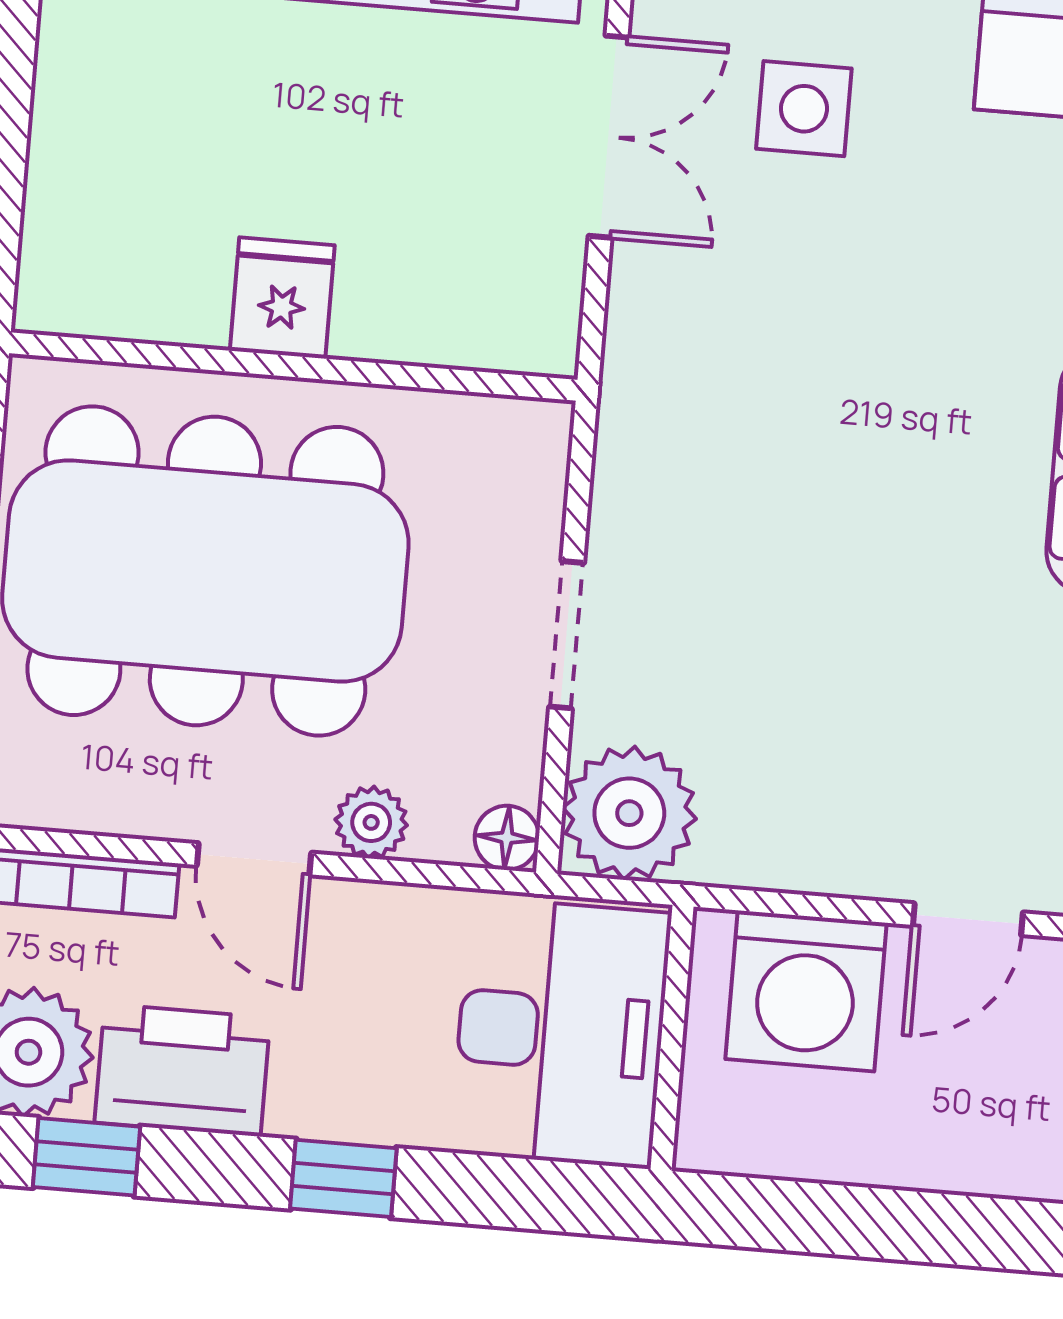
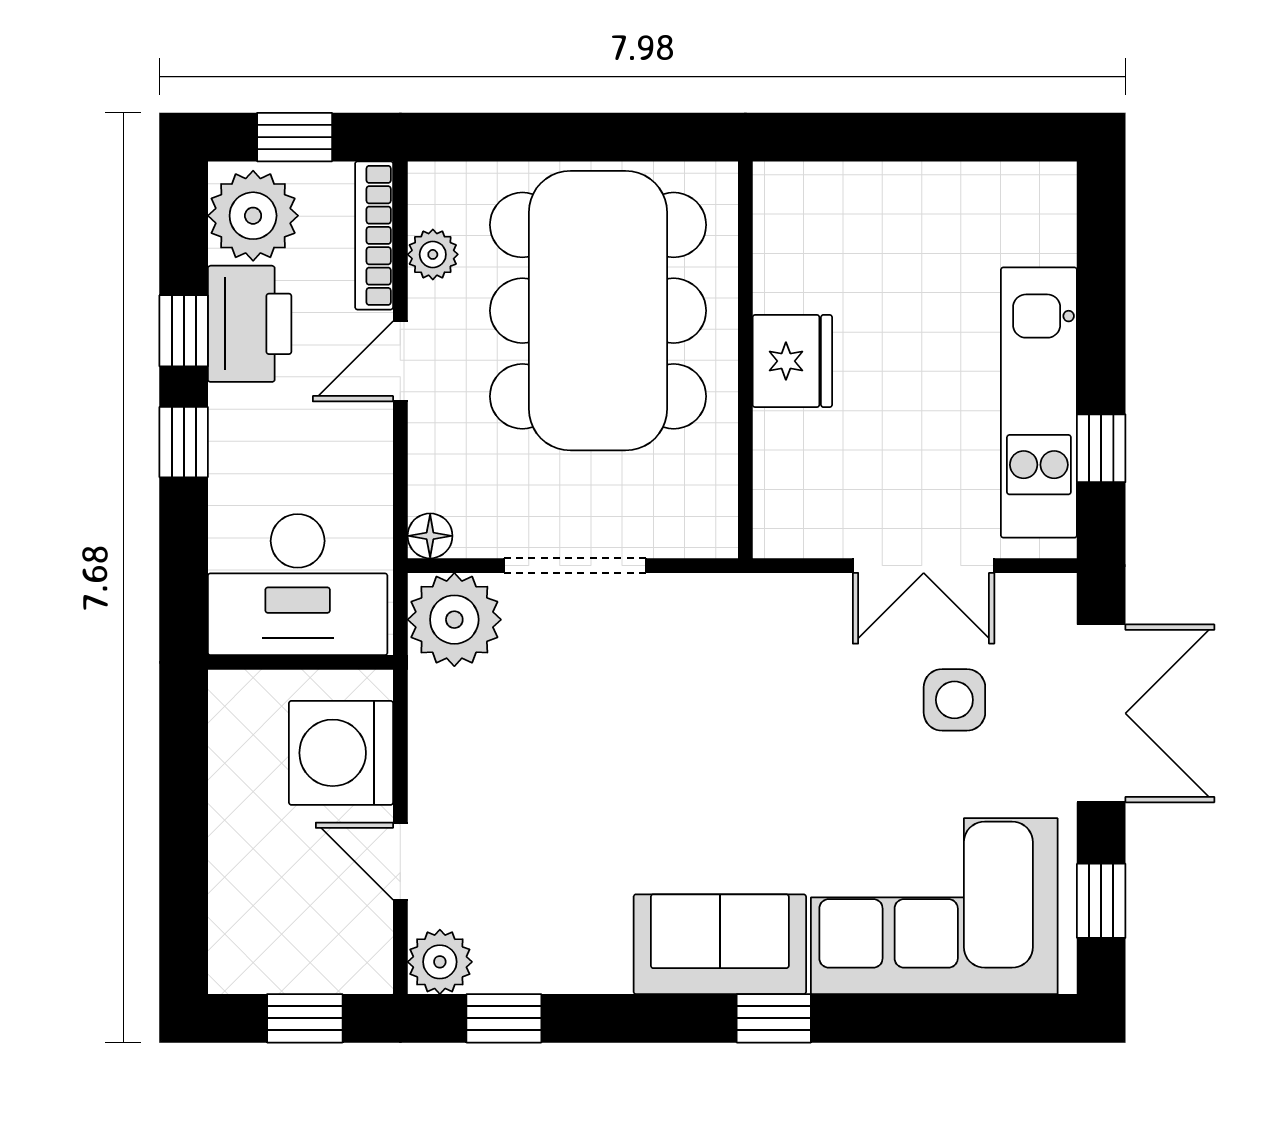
fridge: (282, 298) -> (792, 361), width x1.38
doorway: (567, 635) -> (575, 566), width x1.38
plant: (371, 822) -> (433, 254), moved
window: (87, 1157) -> (184, 331), moved

